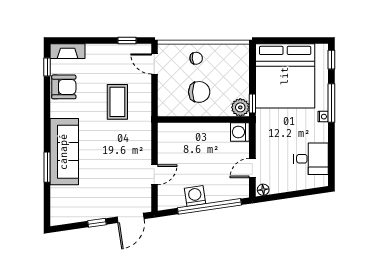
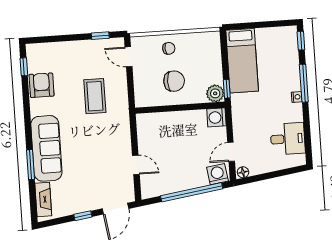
fireplace: (68, 51) -> (43, 200), moved, turned -90
bed: (285, 76) -> (242, 61), width x0.49
armchair: (64, 87) -> (42, 85), turned -90
door: (154, 175) -> (136, 165), hinge flipped
washing machine: (195, 196) -> (217, 174), moved

